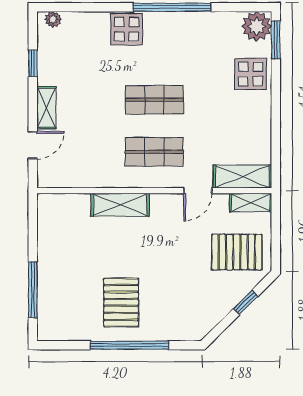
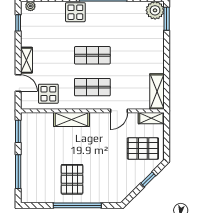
window: (33, 64) -> (18, 23), moved
display table: (251, 74) -> (48, 94), moved
door: (33, 145) -> (18, 83), hinge flipped
shelving: (242, 176) -> (157, 91), moved, turned 90
window: (33, 224) -> (18, 131), added

